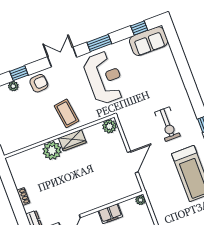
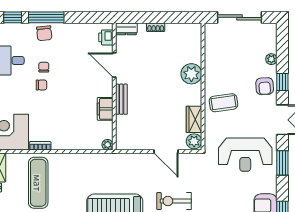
window: (19, 73) -> (282, 82), moved
wardrobe: (72, 140) -> (194, 119), moved
door: (133, 162) -> (166, 151), moved
bench: (97, 203) -> (121, 99), added

